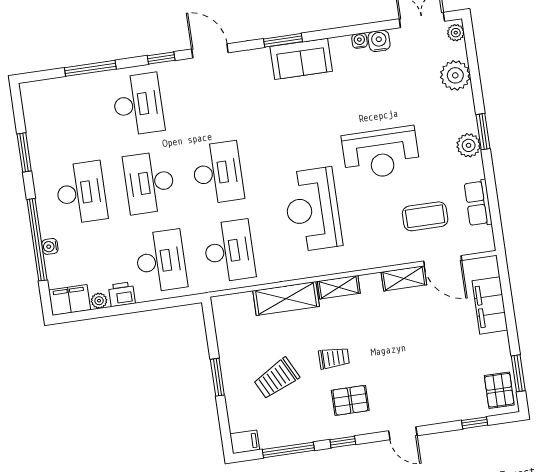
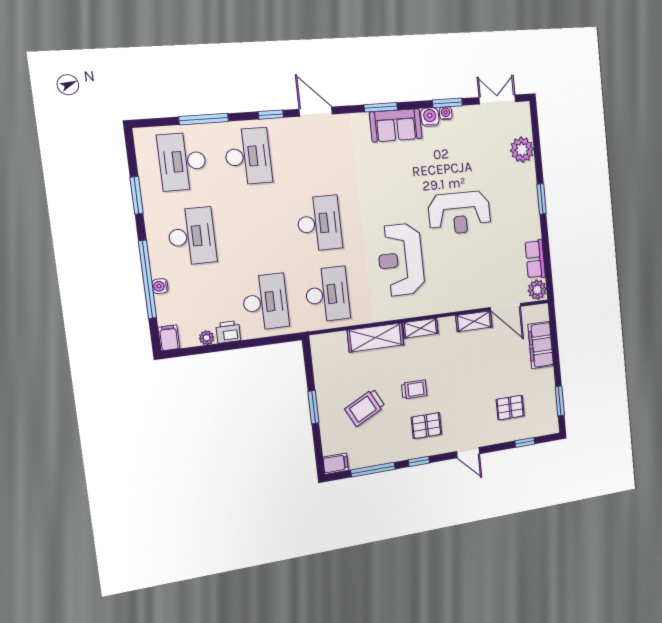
window: (361, 29) -> (447, 103), added
plant: (456, 33) -> (524, 113), removed
water cooler: (379, 41) -> (430, 117), moved
plant: (469, 145) -> (537, 290), moved
desk: (149, 183) -> (182, 161), moved
coffee table: (425, 216) -> (493, 269), removed
filing cabinet: (70, 300) -> (169, 338), width x0.50
pallet: (499, 390) -> (510, 408), moved, turned 90

